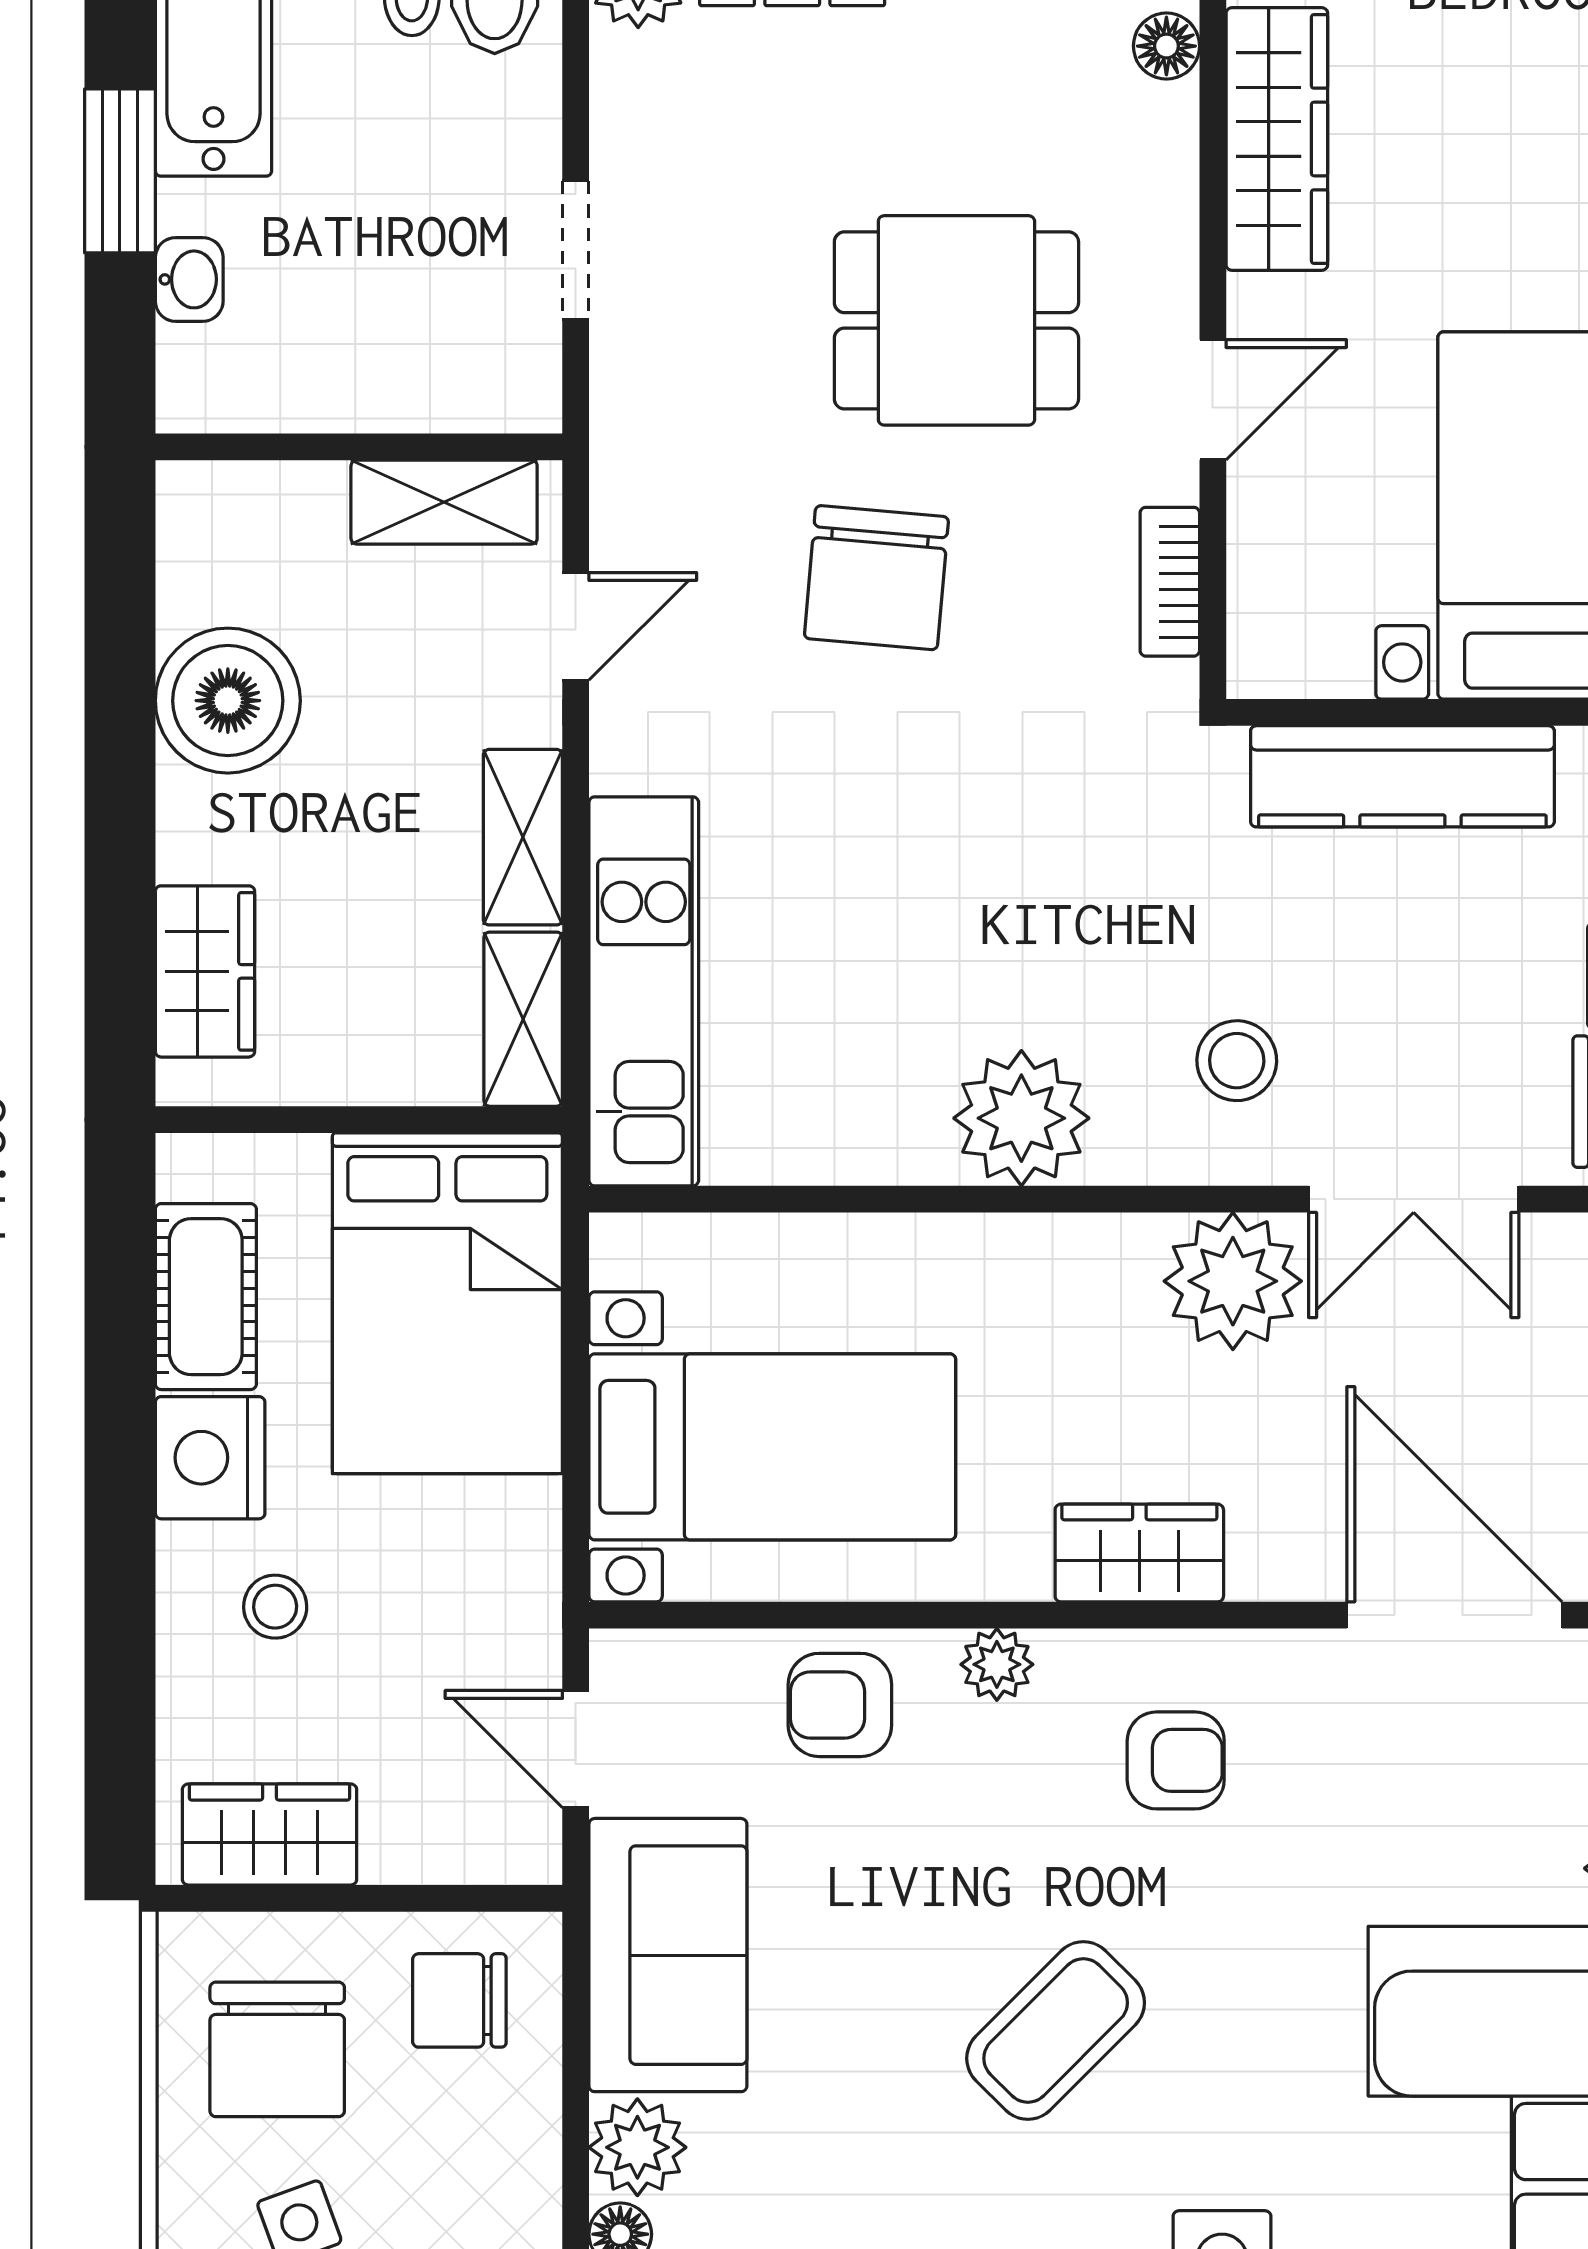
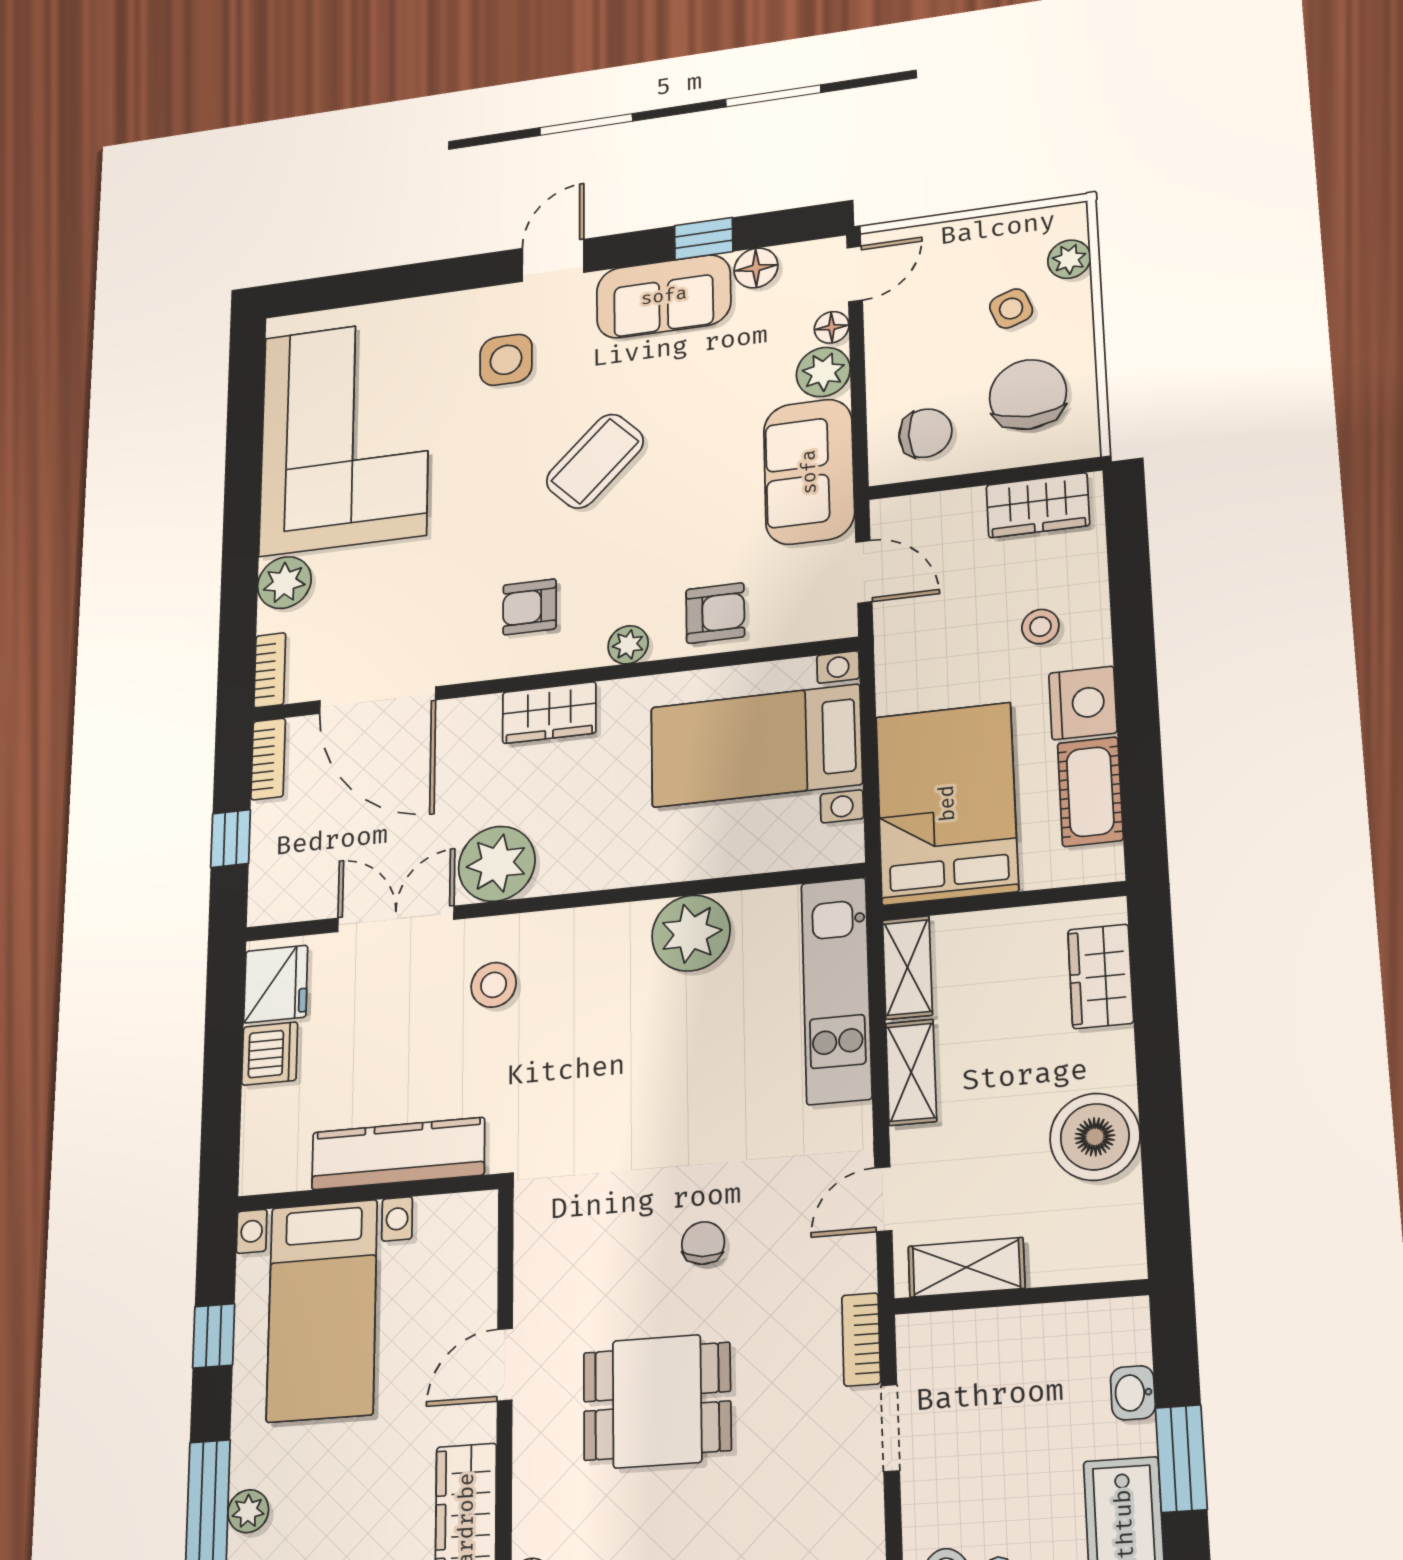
chair: (876, 578) -> (703, 1243), width x0.54, depth x0.54
bookcase: (1170, 582) -> (861, 1339), moved, turned 180
plant: (1021, 1118) -> (691, 933), moved

